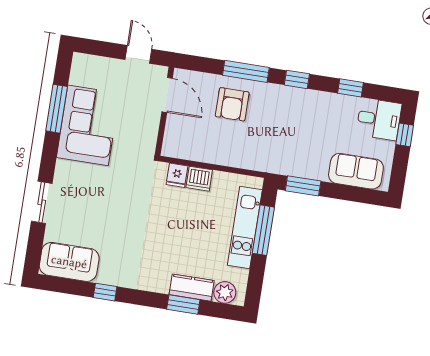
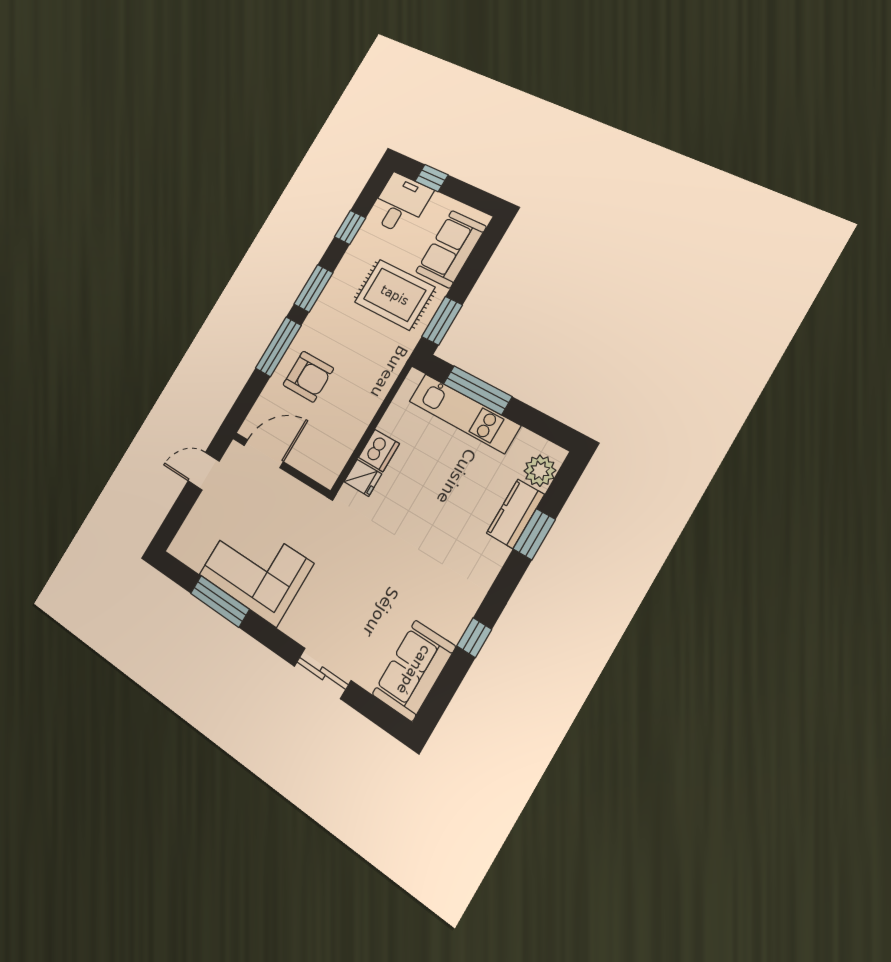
window: (297, 79) -> (313, 288), width x1.50
rug: (311, 143) -> (395, 295), added

